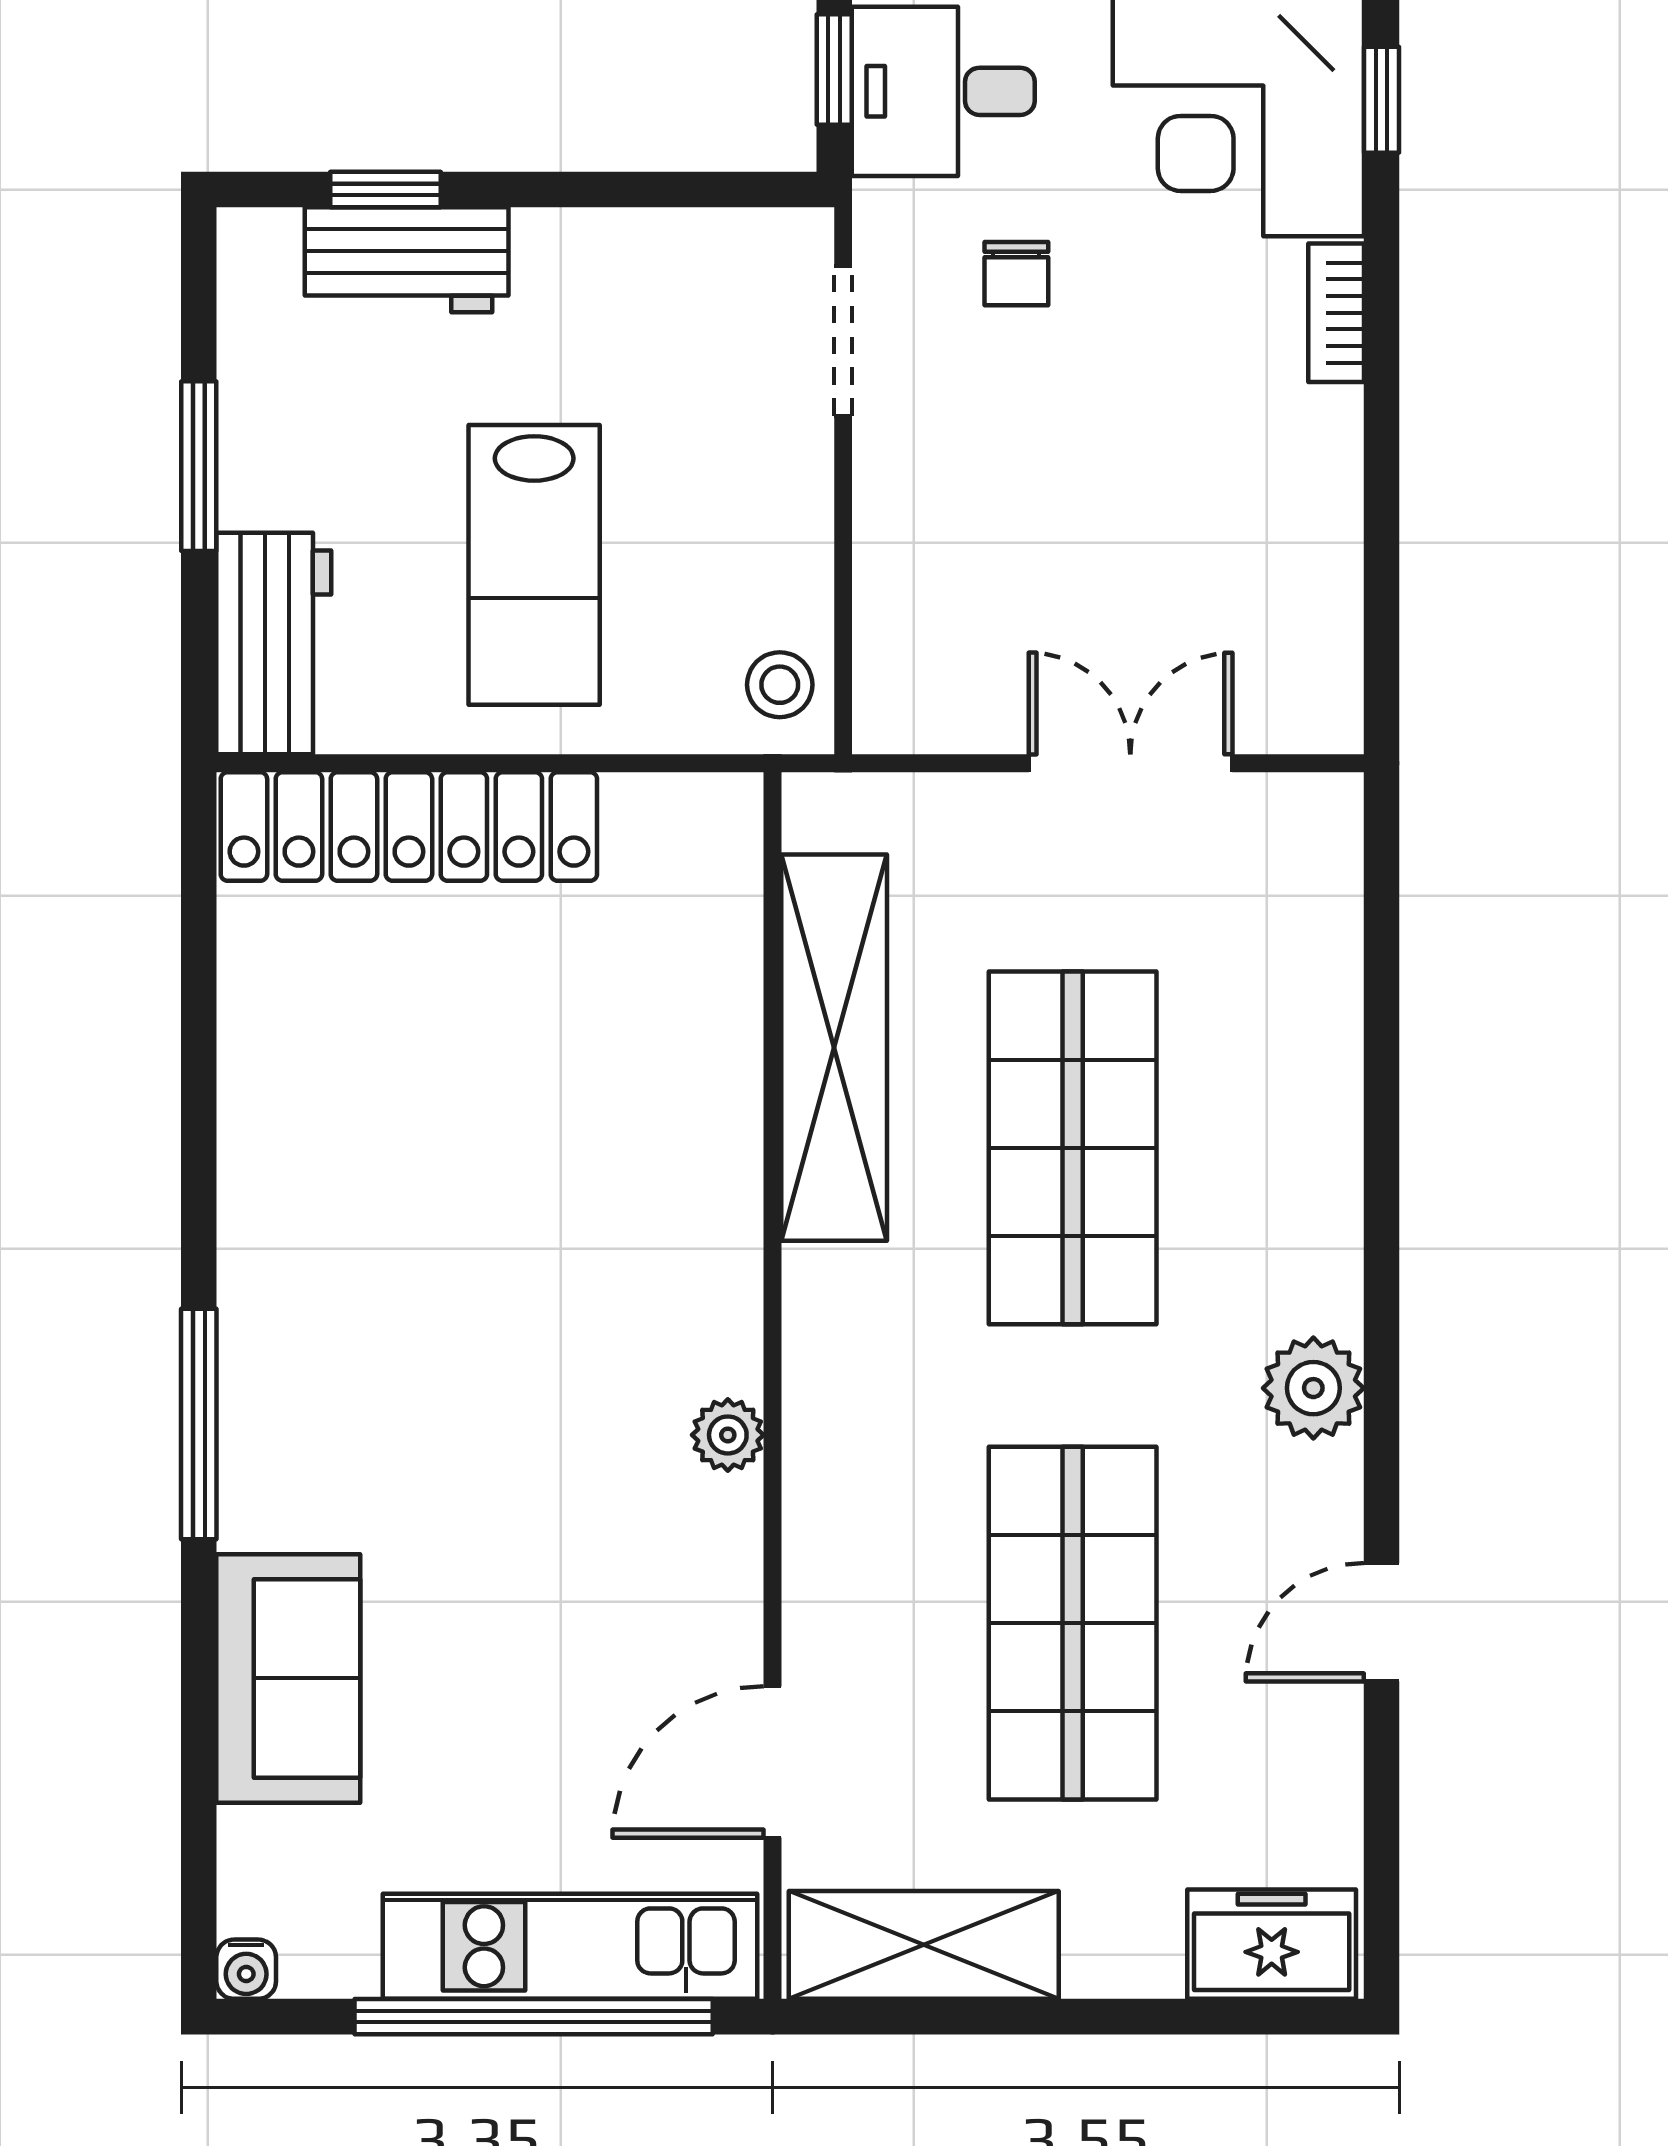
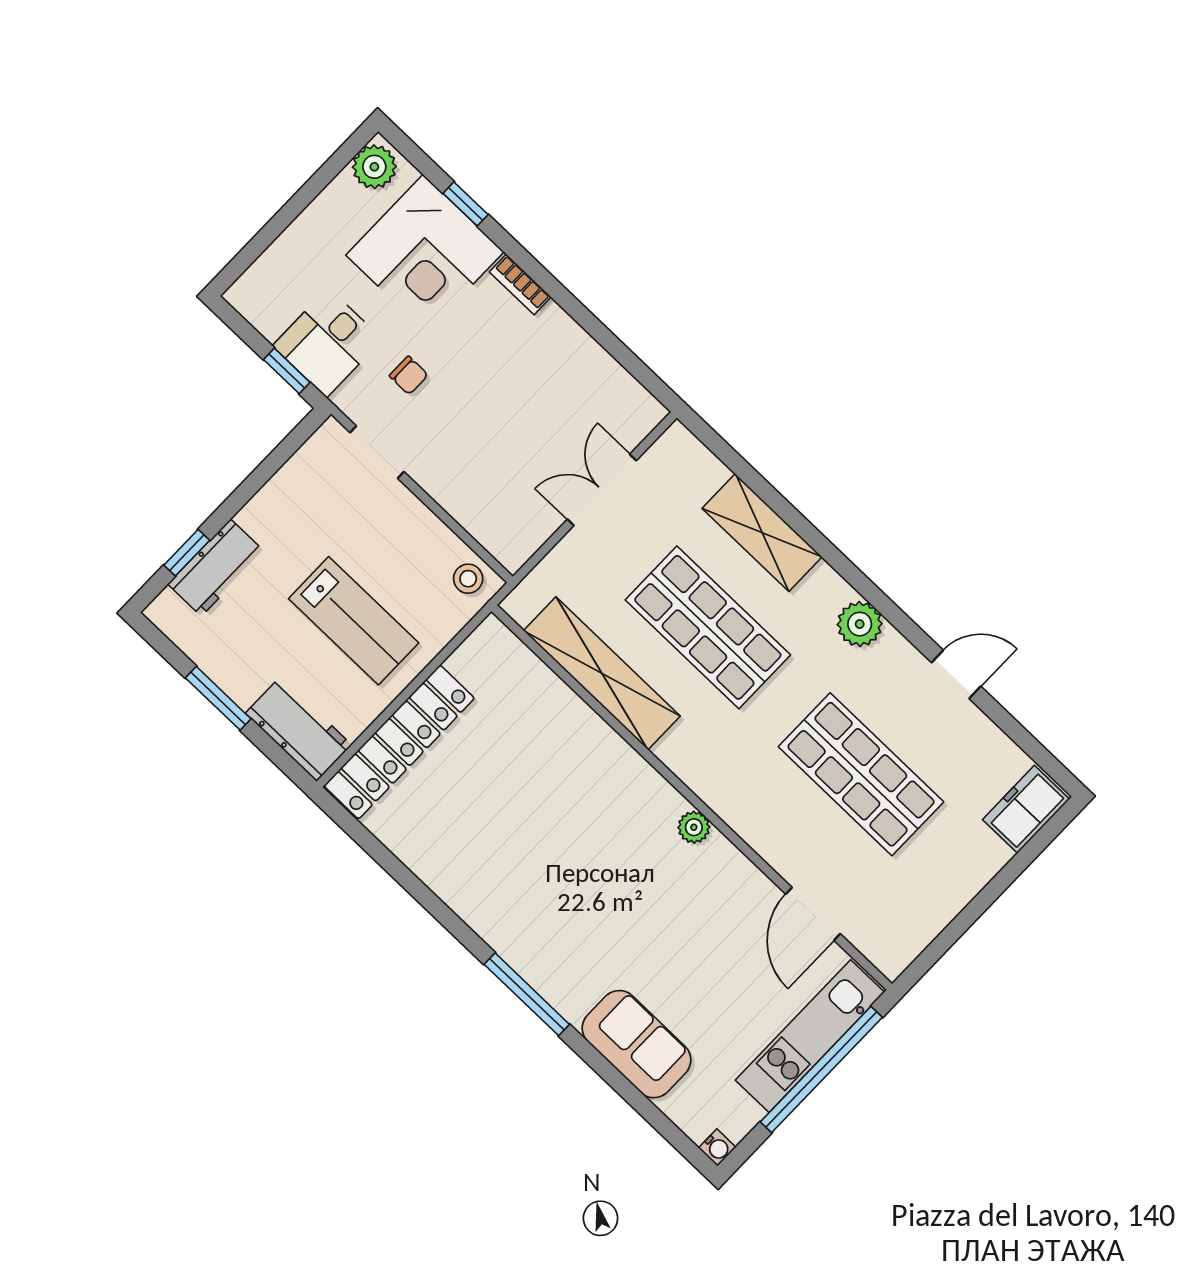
door: (1382, 1622) -> (956, 674), swing flipped
shelving: (924, 1945) -> (762, 533), moved, turned 90

